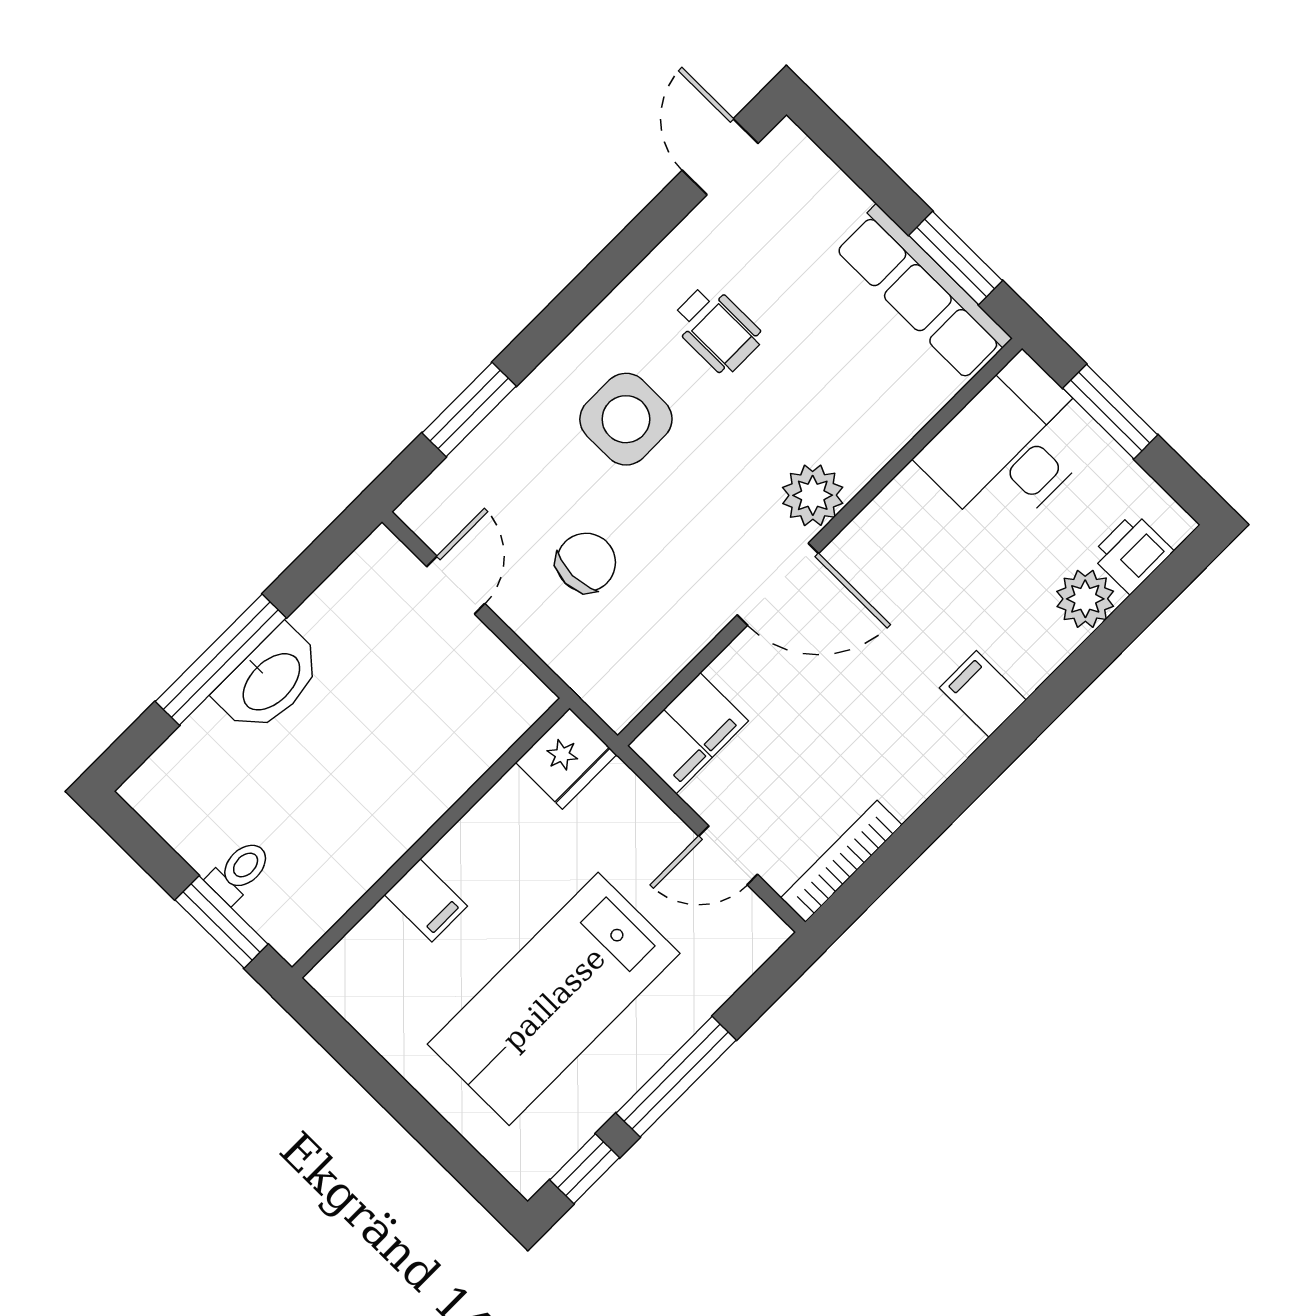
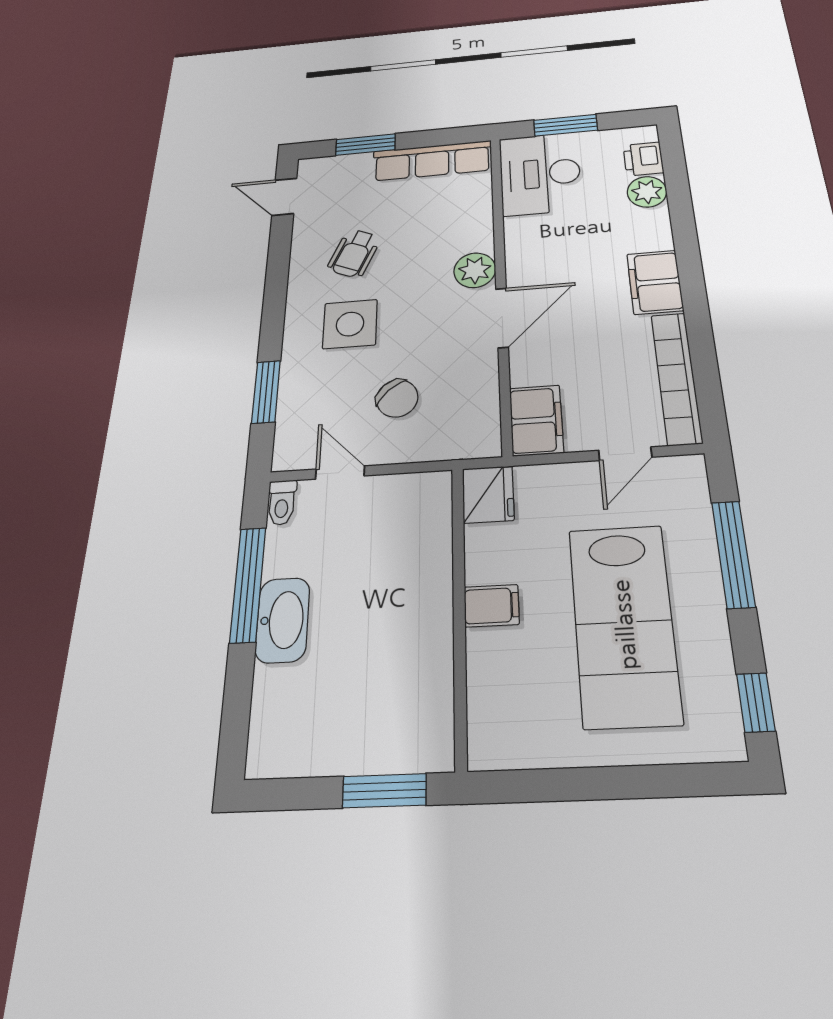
window: (956, 258) -> (365, 145), moved
wheelchair: (717, 329) -> (354, 253), turned 113
chair: (586, 562) -> (397, 398), turned 138
window: (221, 660) -> (248, 584), moved
filing cabinet: (983, 694) -> (655, 282), width x2.00
bookcase: (841, 861) -> (676, 378), width x1.48, depth x1.31
toilet: (239, 871) -> (282, 502), moved, turned 180
filing cabinet: (426, 900) -> (491, 606), moved
window: (676, 1077) -> (733, 554), moved

